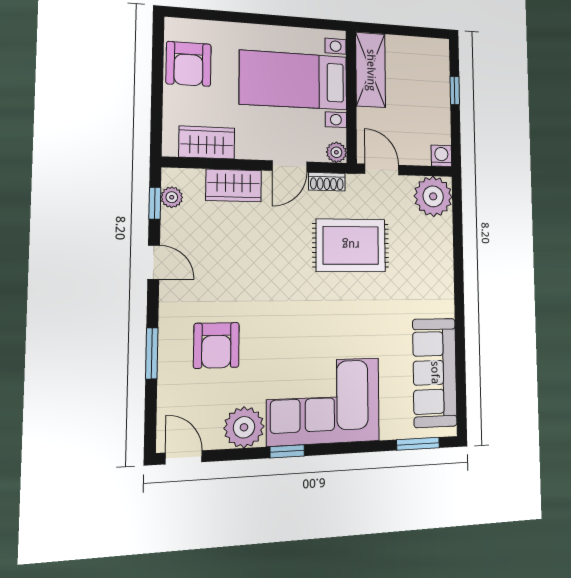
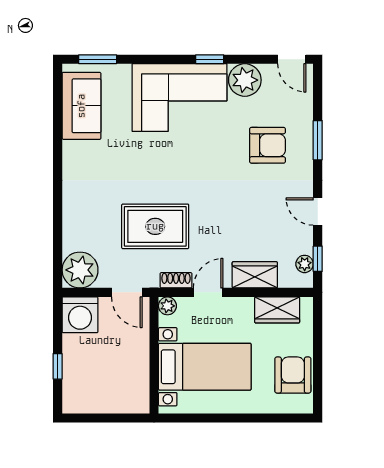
shelving: (371, 70) -> (136, 380), removed
washing machine: (441, 156) -> (80, 315), width x1.89, depth x1.89
armchair: (216, 345) -> (267, 145), turned 90
sofa: (435, 373) -> (81, 106), width x0.73

